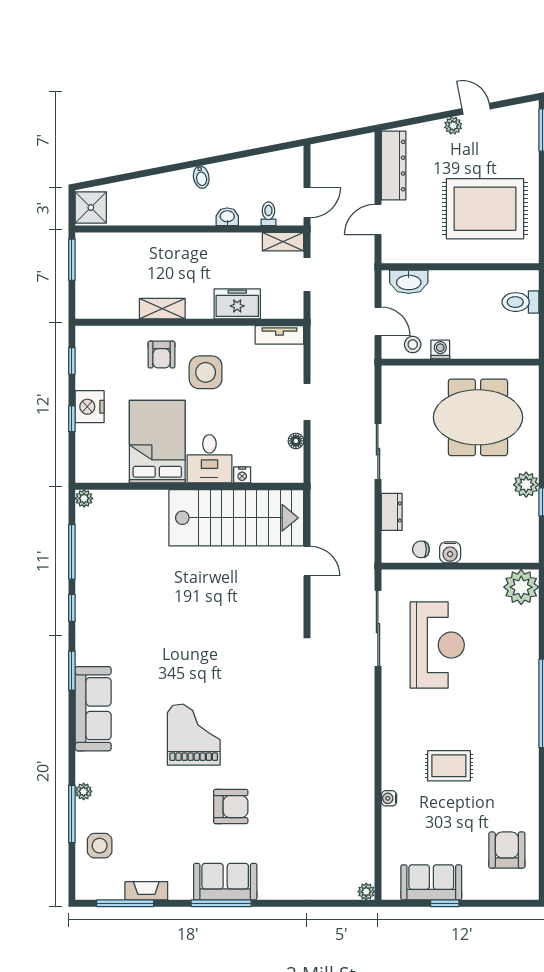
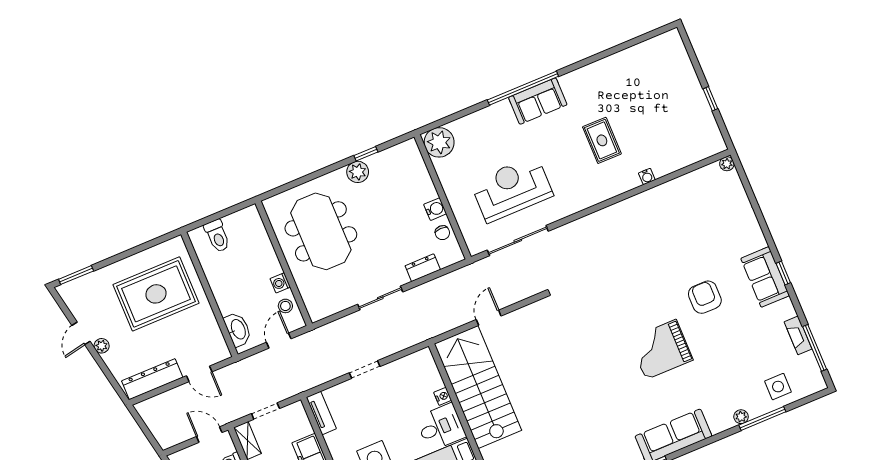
rug: (485, 209) -> (156, 294), turned 90
floor lamp: (296, 441) -> (399, 365), removed
armchair: (507, 850) -> (649, 68), removed
sofa: (431, 882) -> (538, 101), moved, turned -90
window: (221, 903) -> (783, 273), width x0.46

